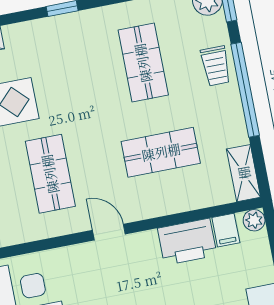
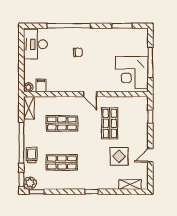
shop shelf: (143, 63) -> (62, 162), turned 90
printer: (187, 242) -> (58, 84), removed

